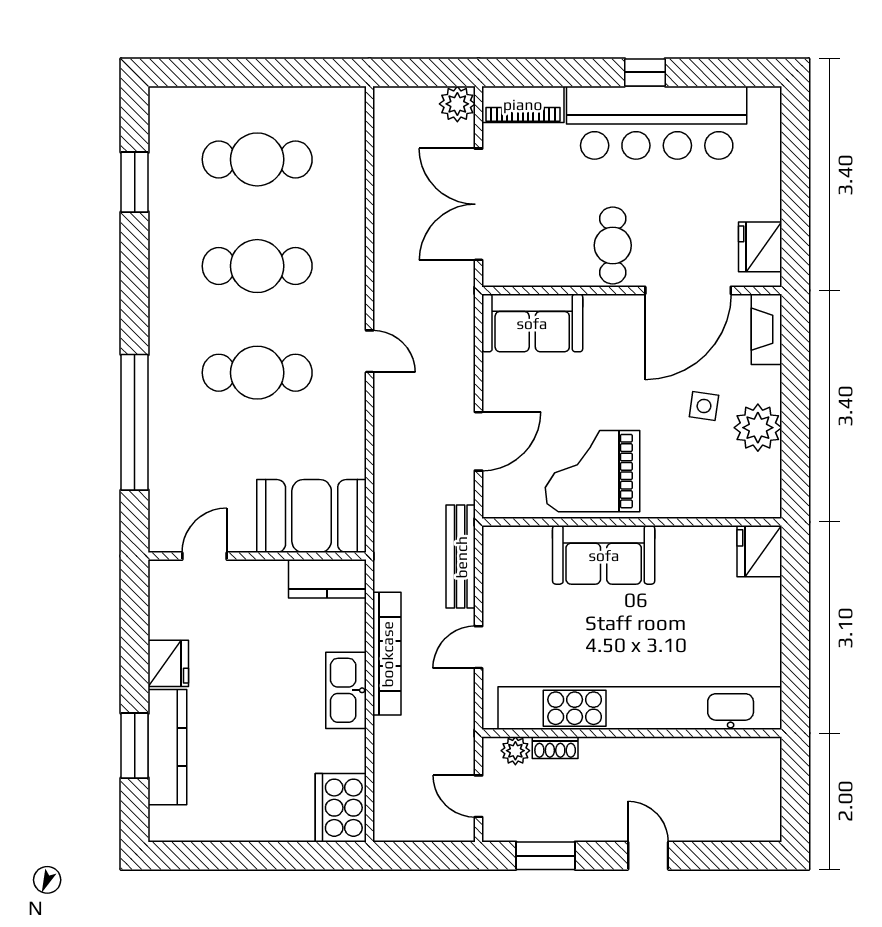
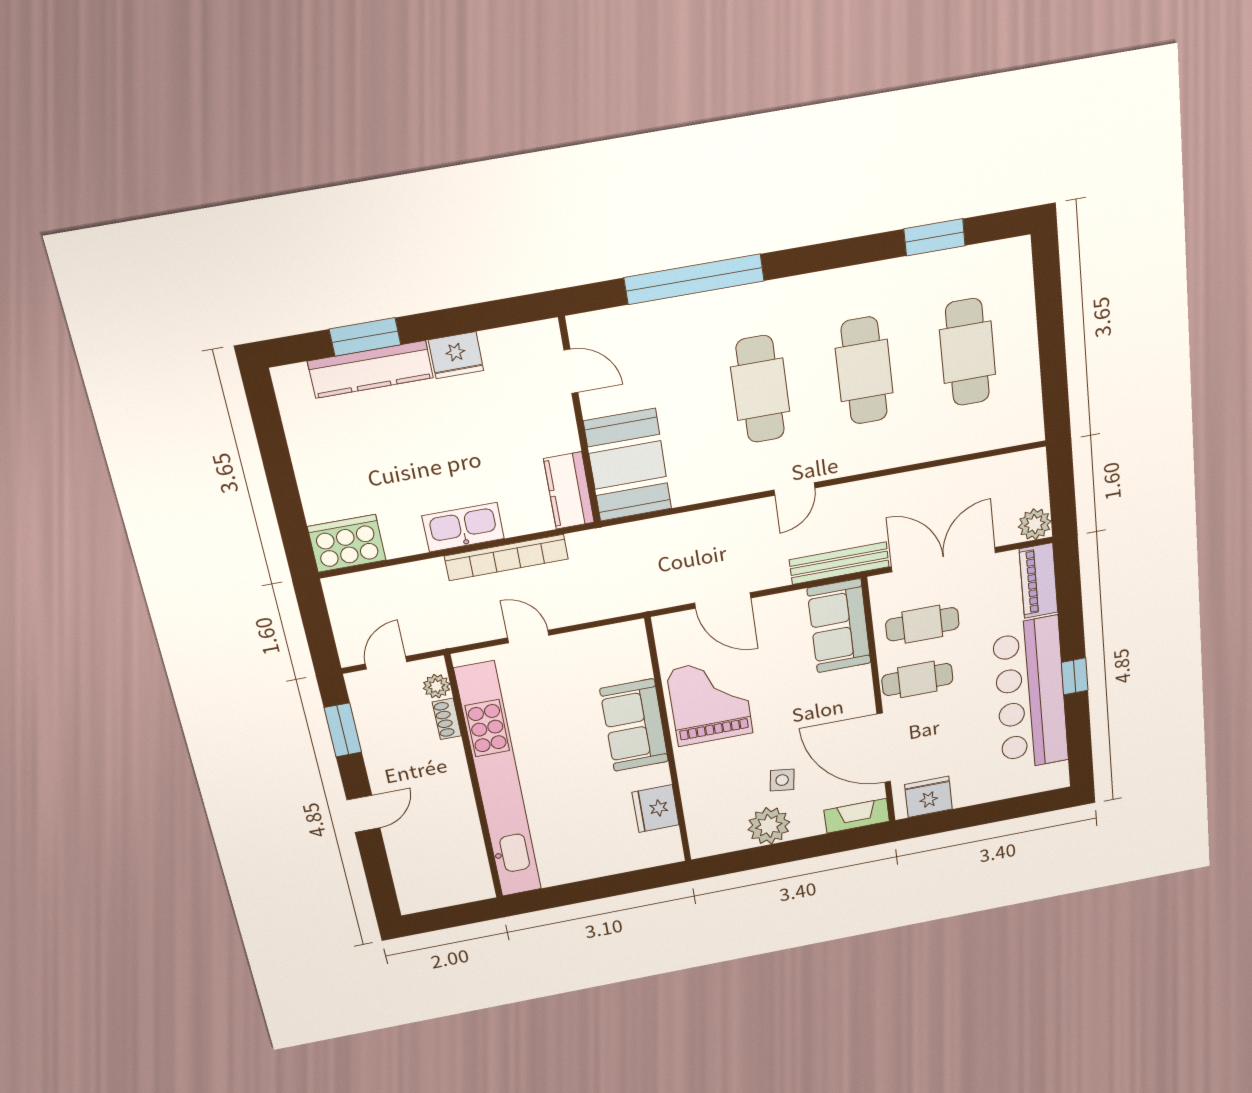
cafe table: (548, 234) -> (922, 624), added
fridge: (759, 551) -> (656, 809), moved, turned -90
bench: (461, 557) -> (839, 563), moved

